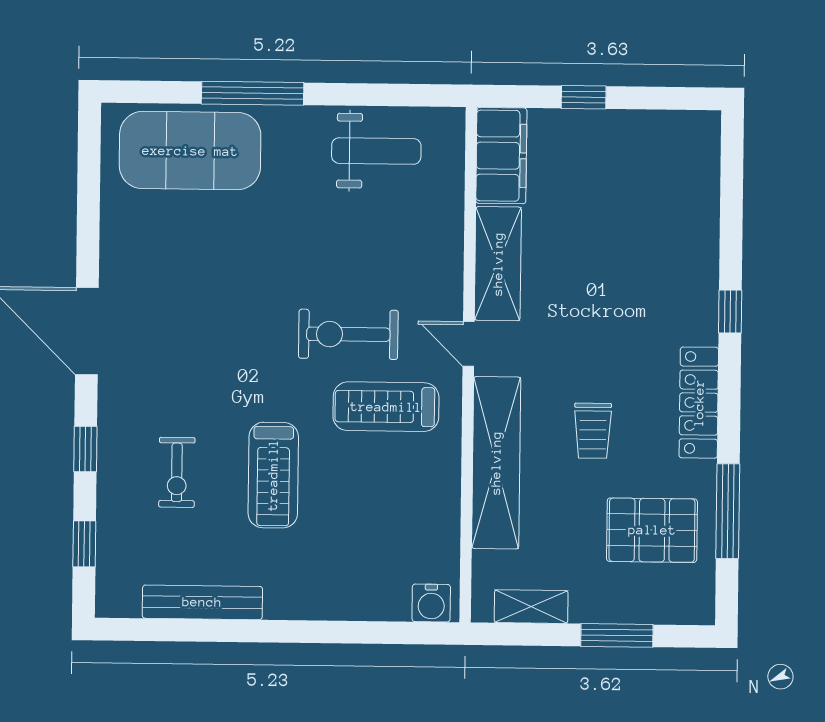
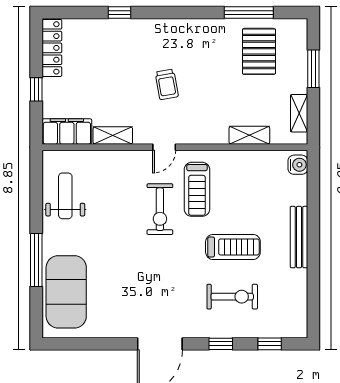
shelving: (498, 264) -> (113, 135), width x0.67, depth x0.75
window: (730, 312) -> (119, 12), moved
locker: (699, 403) -> (52, 48), moved, turned -90
trolley: (593, 431) -> (167, 84), moved, turned 80
shelving: (496, 463) -> (249, 135), width x0.45, depth x0.75
exercise bike: (177, 472) -> (232, 297), width x1.38, depth x1.39
bench: (202, 602) -> (299, 237), moved

